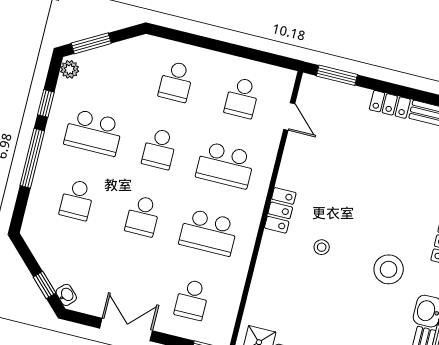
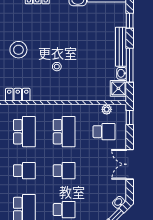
locker: (280, 210) -> (18, 95), moved
stool: (389, 269) -> (18, 50), moved
plant: (228, 314) -> (107, 109), added

